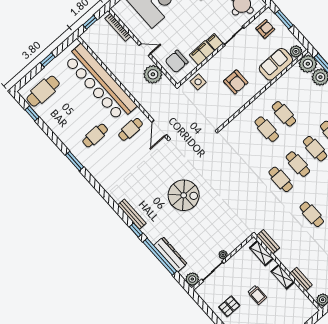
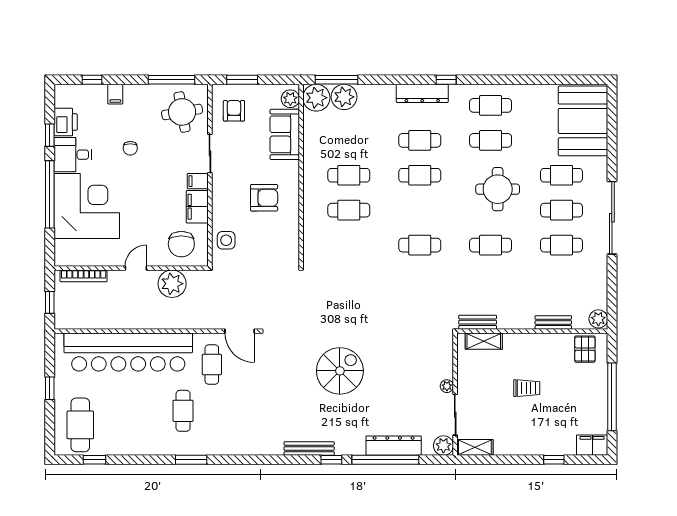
cafe table: (298, 164) -> (420, 210), removed
shelving: (283, 277) -> (475, 447), moved
pallet: (229, 306) -> (585, 349), moved

